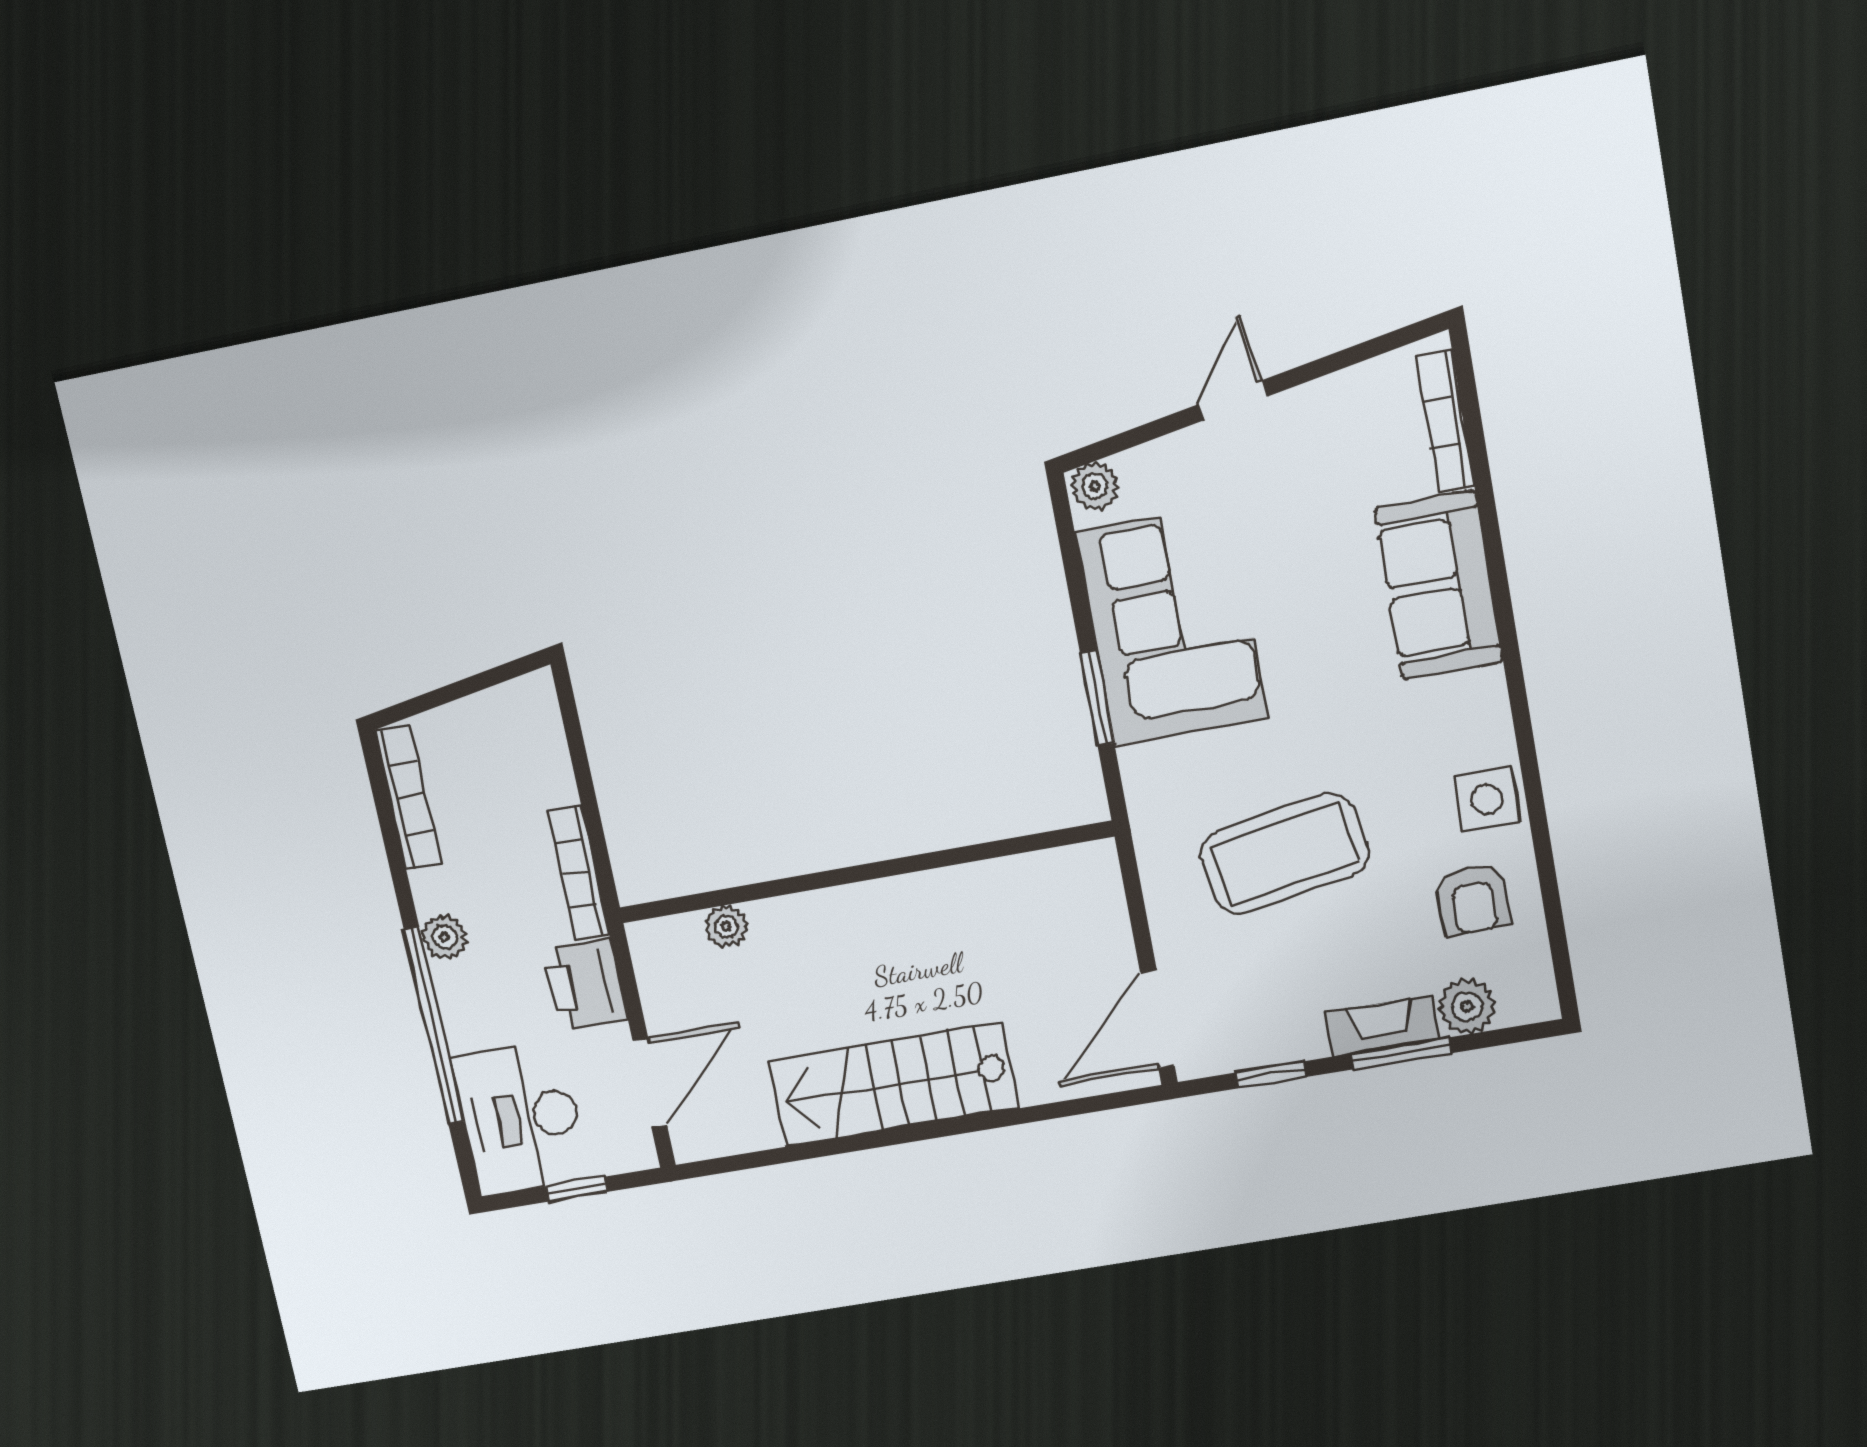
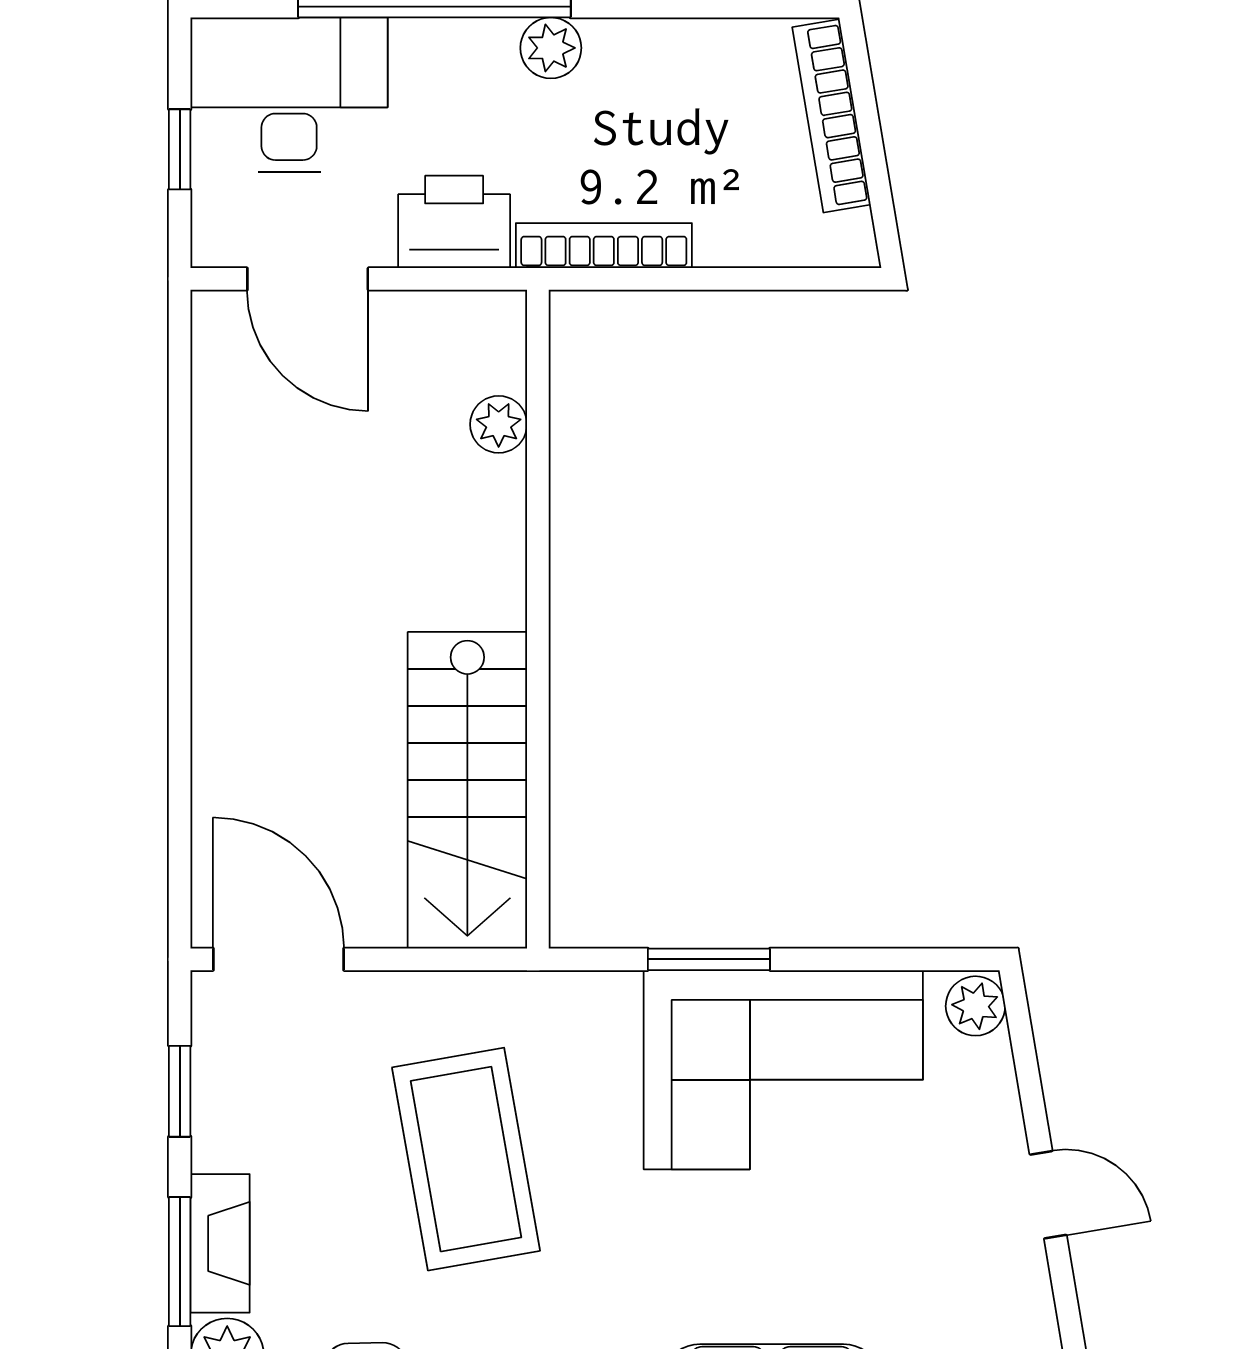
bookcase: (408, 797) -> (832, 116), moved, turned 80
stairs: (893, 1085) -> (467, 790), moved, turned 180

